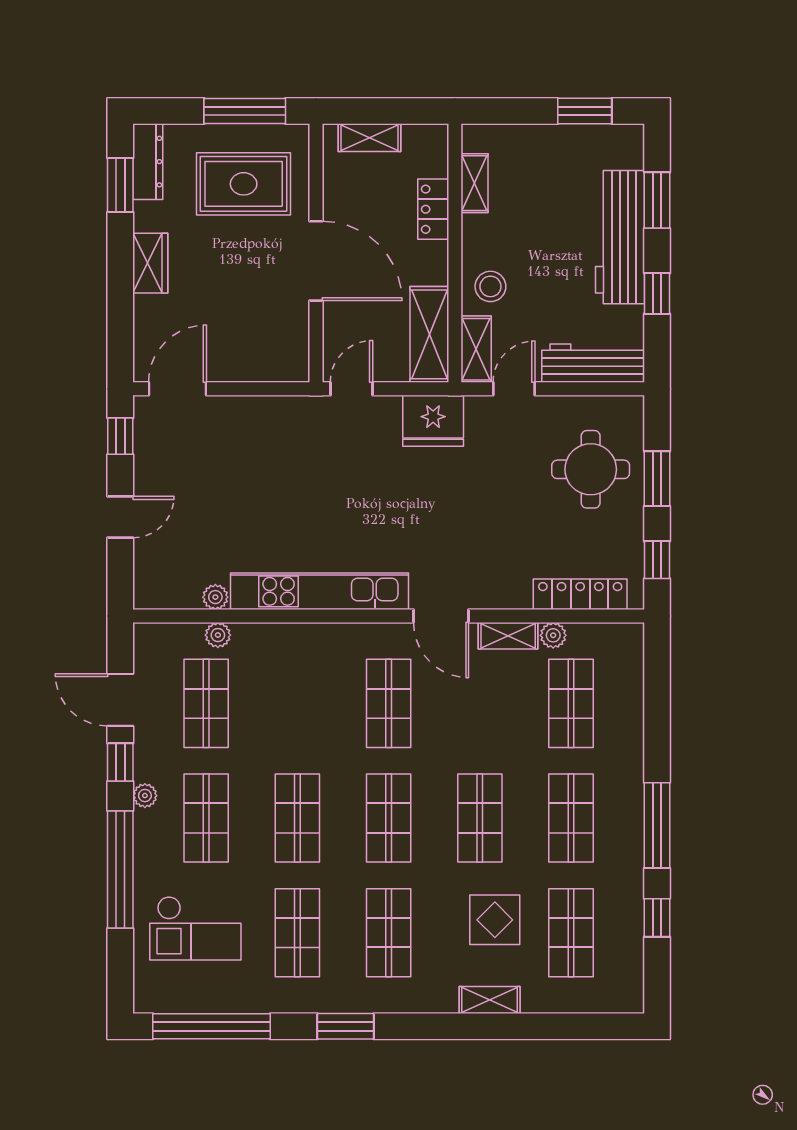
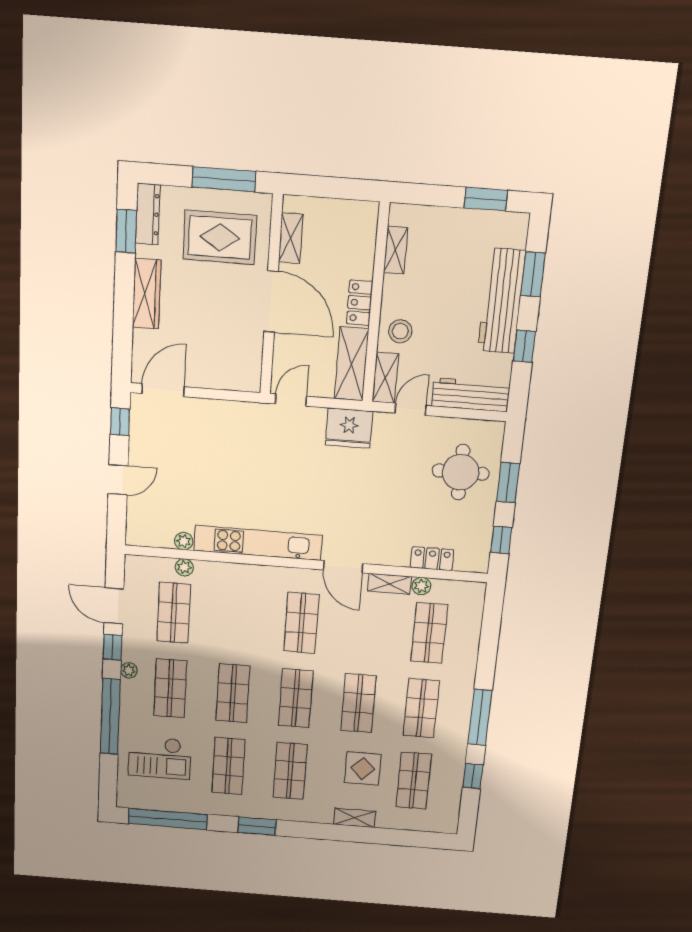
shelving: (370, 138) -> (291, 238), moved, turned 90
locker: (433, 209) -> (360, 303), moved
wardrobe: (150, 263) -> (147, 294), width x1.50
locker: (580, 594) -> (432, 559), width x0.66

